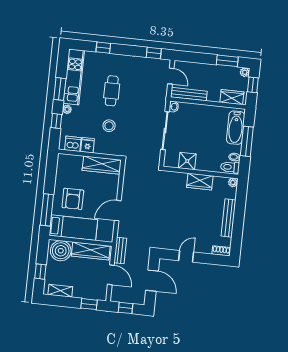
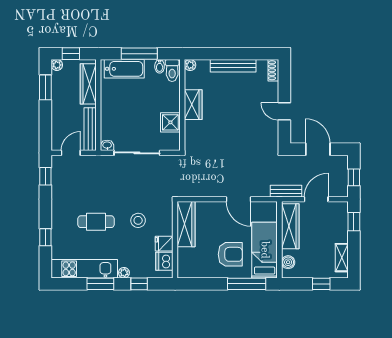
wardrobe: (232, 97) -> (88, 84), width x1.50
boiler: (61, 251) -> (288, 262), width x0.54, depth x0.54
door: (152, 281) -> (318, 149), hinge flipped

